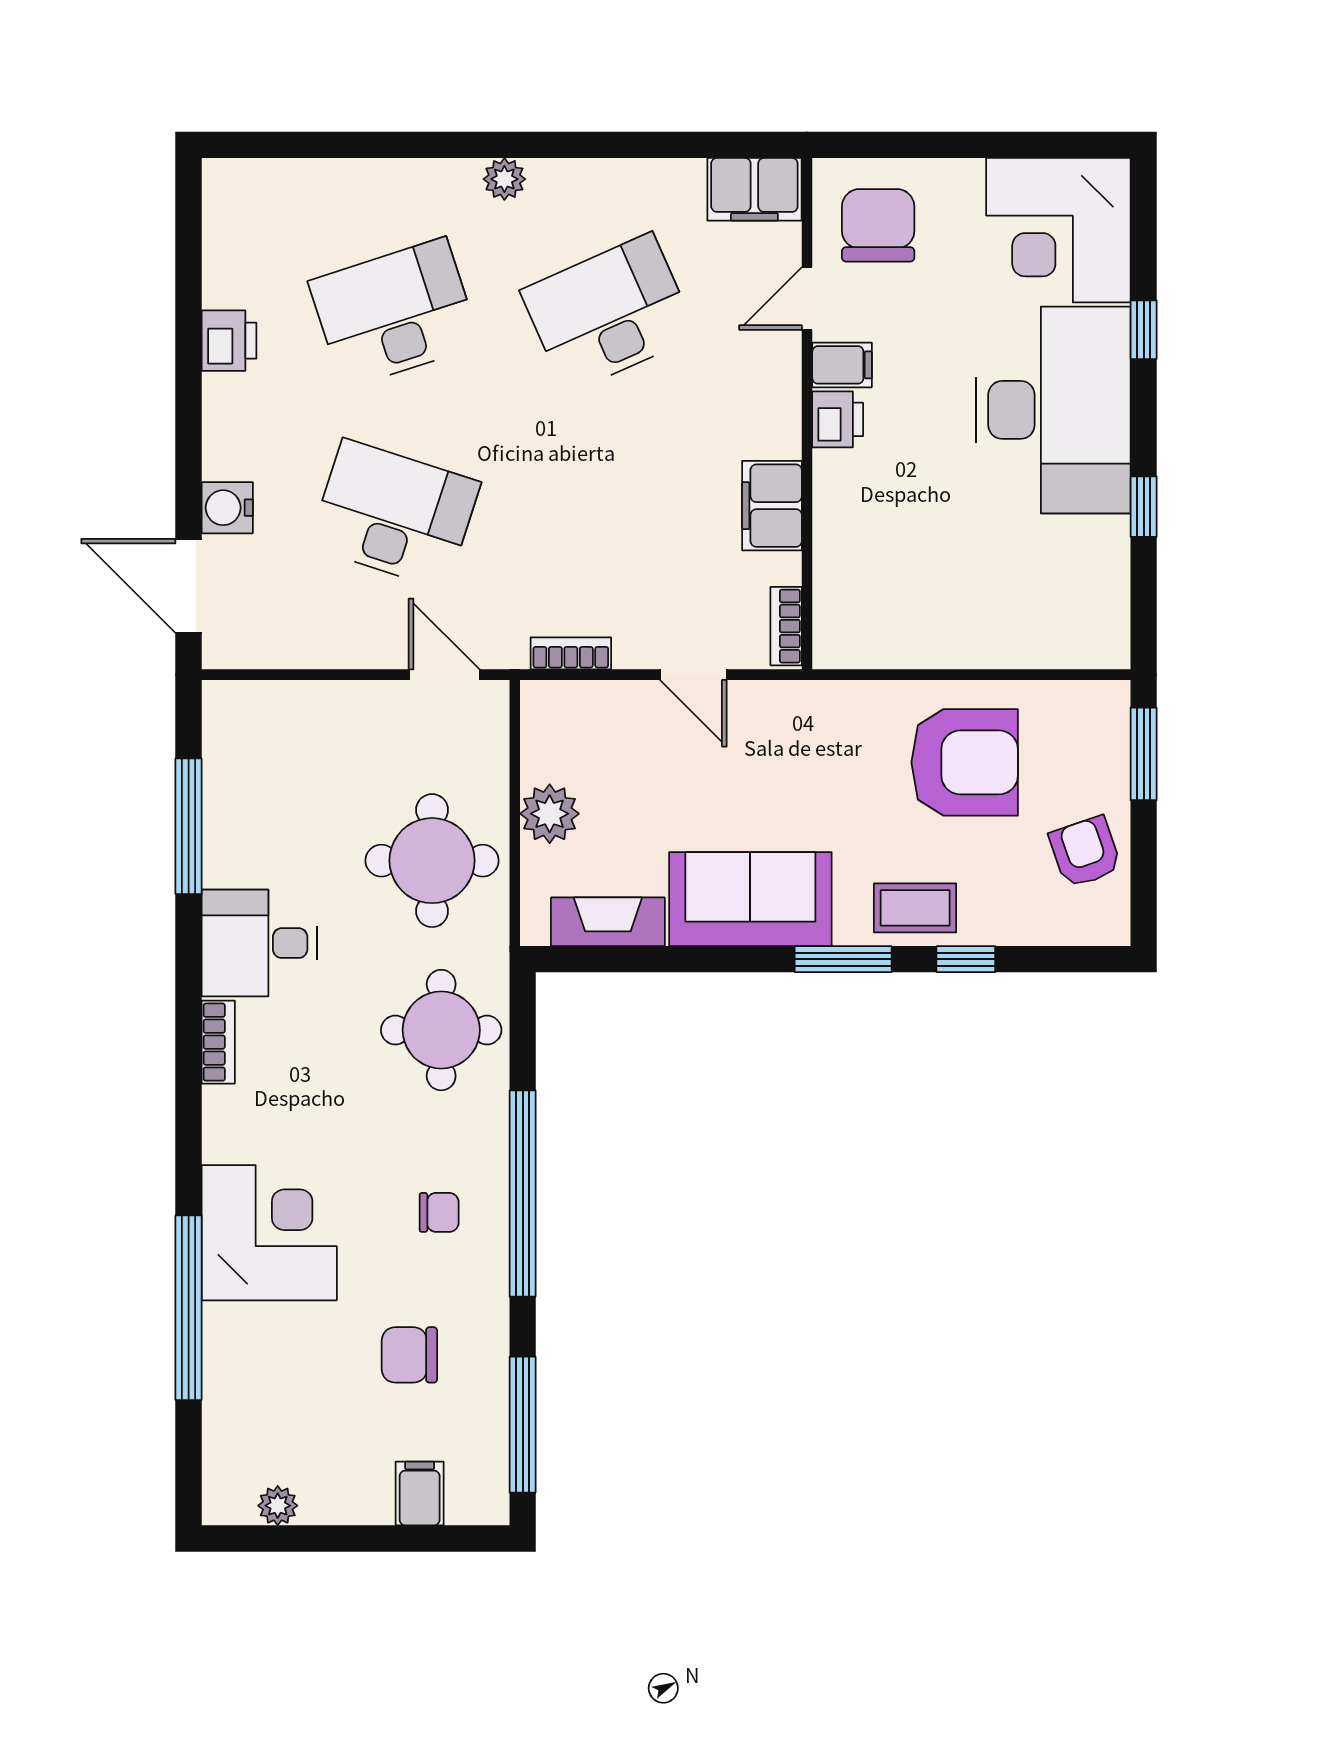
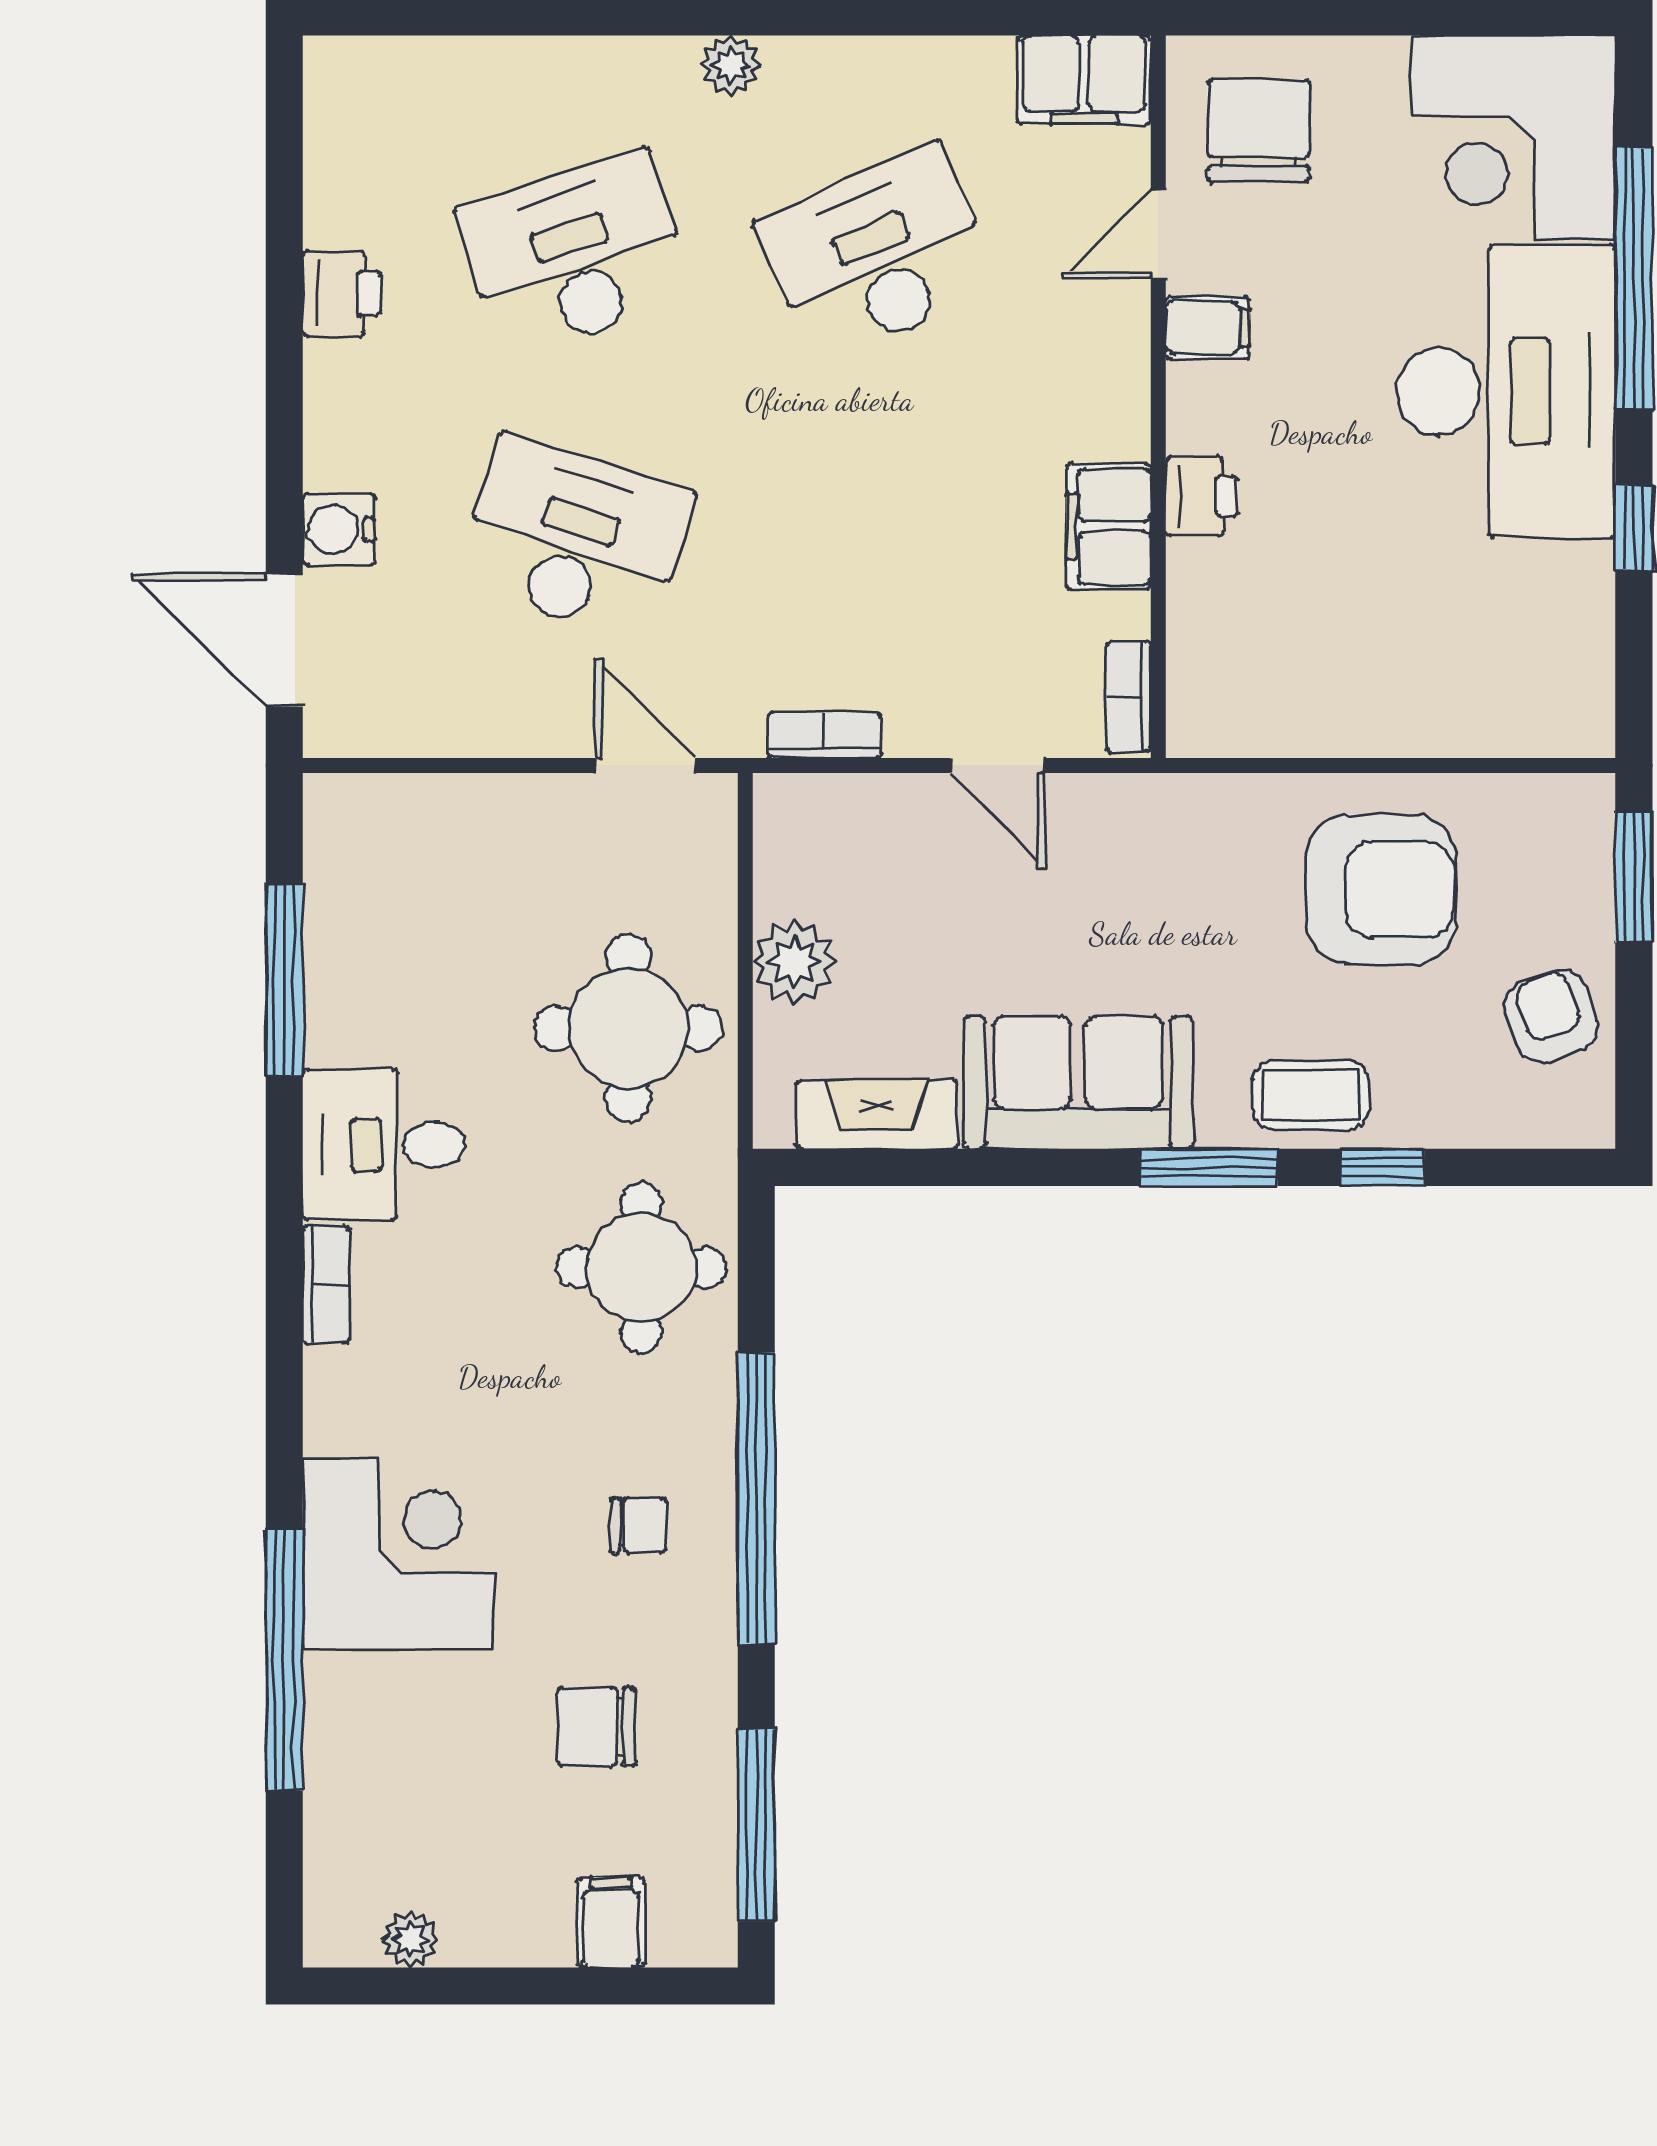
window: (1144, 330) -> (1634, 278), width x3.17
printer: (838, 419) -> (1202, 496), moved

